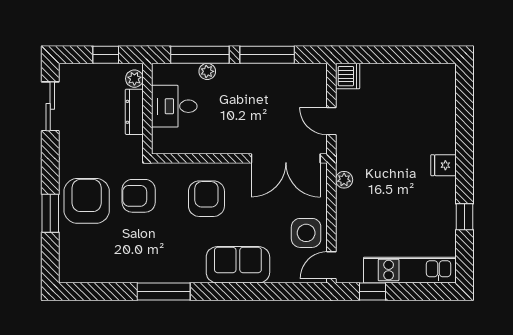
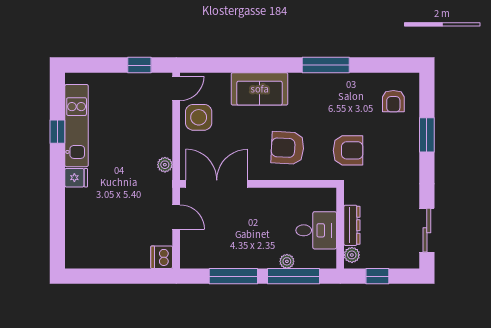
armchair: (206, 199) -> (288, 148), turned 93
armchair: (87, 201) -> (393, 101), moved, width x0.53, depth x0.53
kitchen unit: (410, 270) -> (77, 126), moved, turned -90

